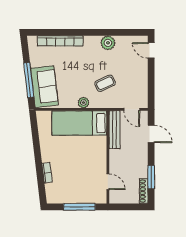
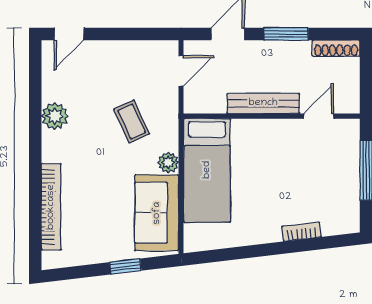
window: (29, 80) -> (125, 266), width x0.46
sofa: (44, 87) -> (157, 213), moved, turned -83
bench: (115, 130) -> (263, 103), moved
window: (151, 177) -> (286, 34), moved

